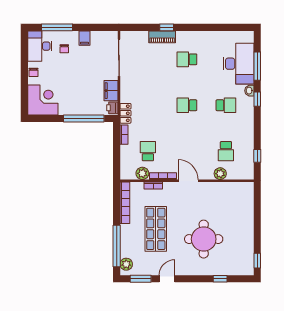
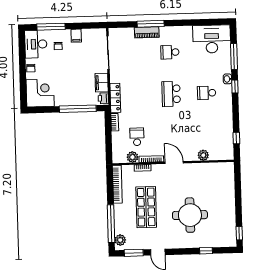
window: (167, 27) -> (151, 24), width x2.17
desk: (238, 64) -> (212, 39), moved, turned -90
school desk: (187, 105) -> (171, 94), width x1.85
school desk: (226, 105) -> (207, 93), turned 180
locker: (125, 113) -> (115, 98), width x1.53
school desk: (226, 151) -> (208, 135), removed
door: (167, 279) -> (158, 252), swing flipped

